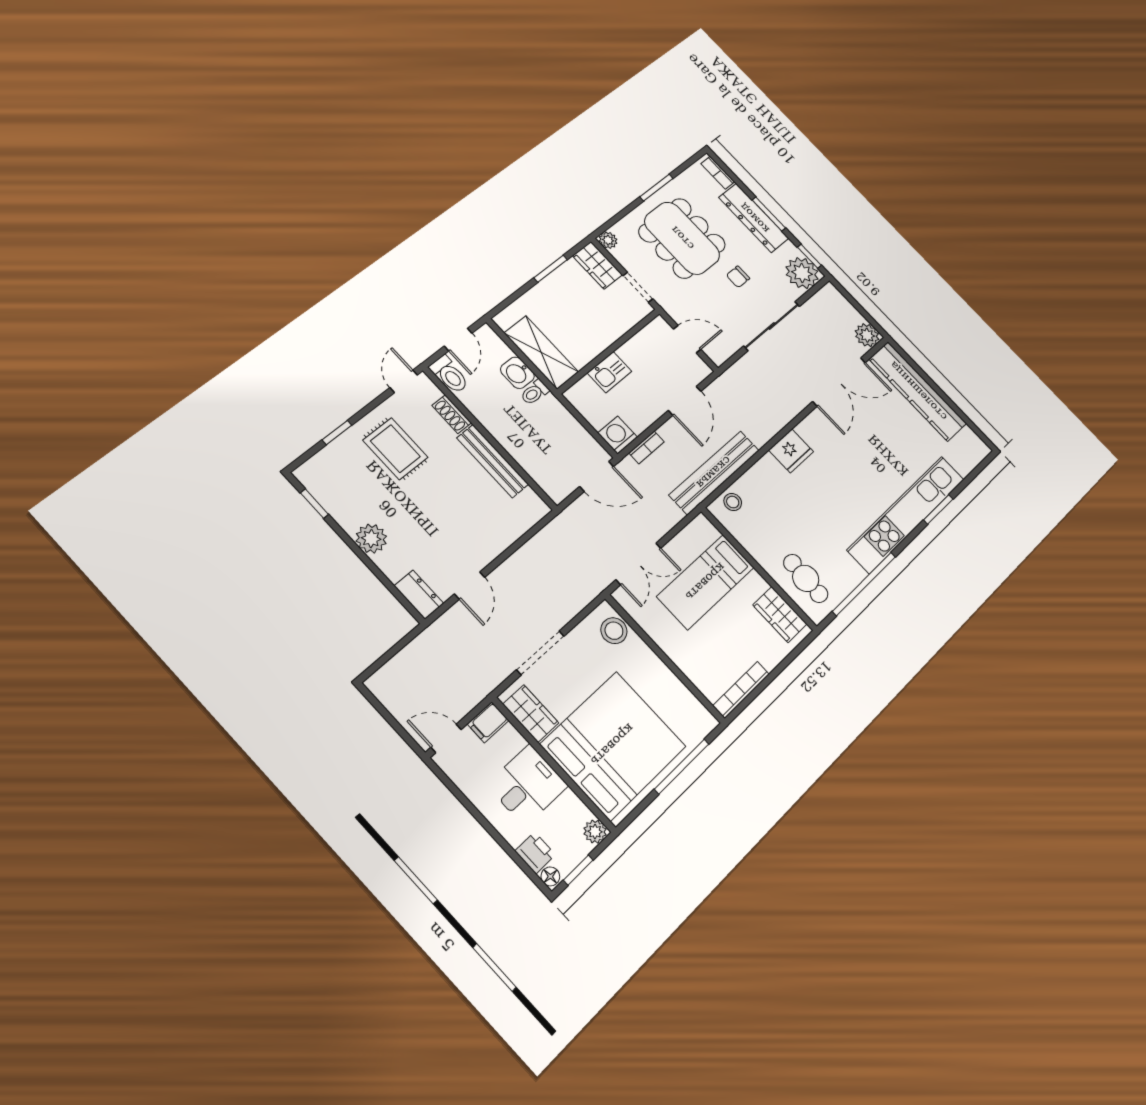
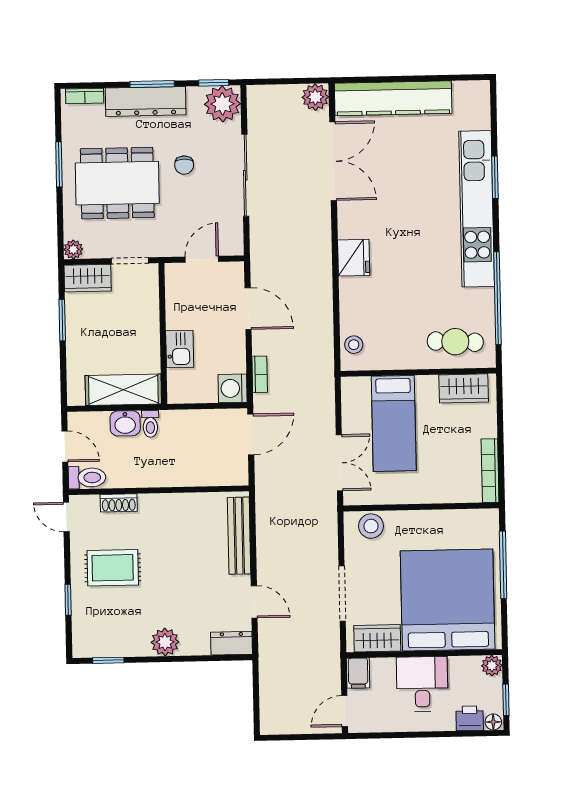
bench: (493, 461) -> (239, 536), moved, turned 90
bench: (714, 473) -> (321, 338), removed

